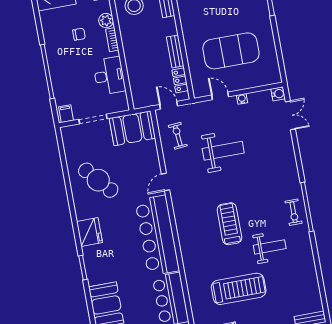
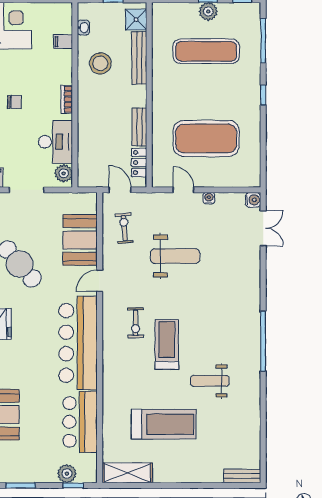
plant: (106, 21) -> (64, 173), moved
chair: (79, 34) -> (15, 102), moved
booth: (132, 128) -> (80, 240), moved, turned 90
exercise bike: (294, 212) -> (136, 323), moved
weight bench: (270, 247) -> (210, 381), turned 180

